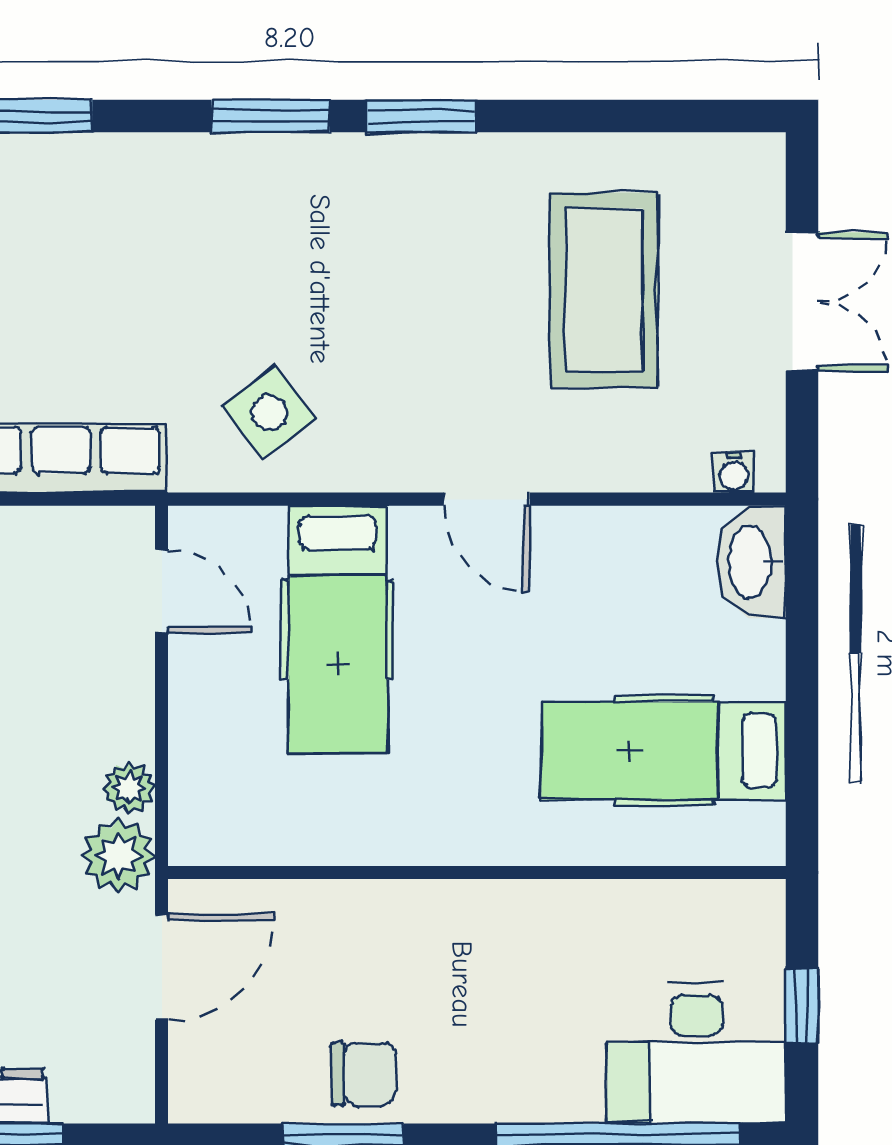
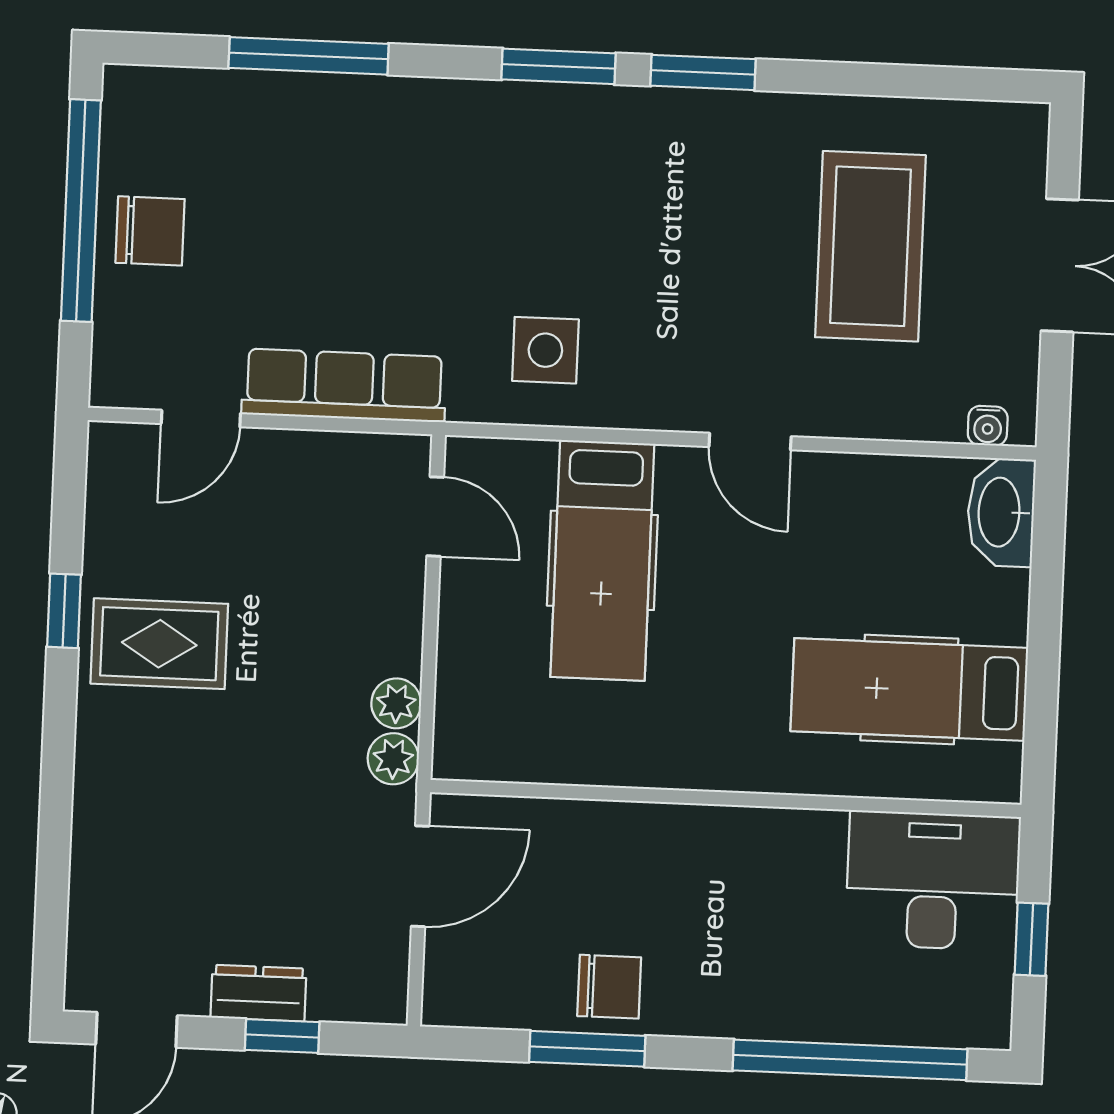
side table: (269, 413) -> (545, 350), turned 37
plant: (118, 856) -> (393, 759), width x0.73, depth x0.73
desk: (697, 1053) -> (933, 881), moved, turned 180

